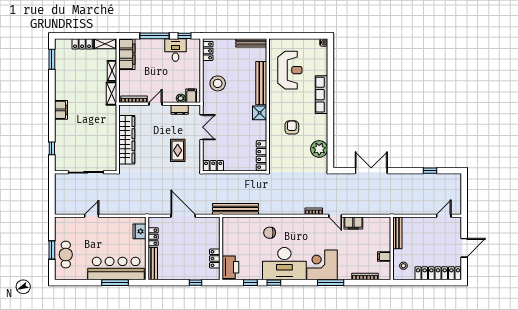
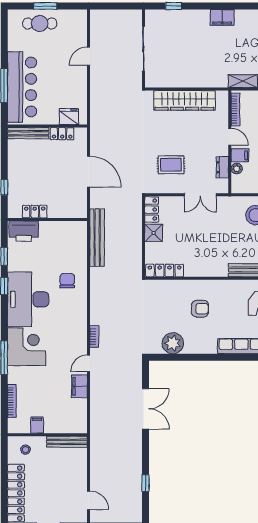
filing cabinet: (191, 96) -> (240, 155), moved
shower: (260, 113) -> (154, 233), moved
door: (92, 216) -> (89, 56), swing flipped
door: (183, 216) -> (89, 172), hinge flipped

